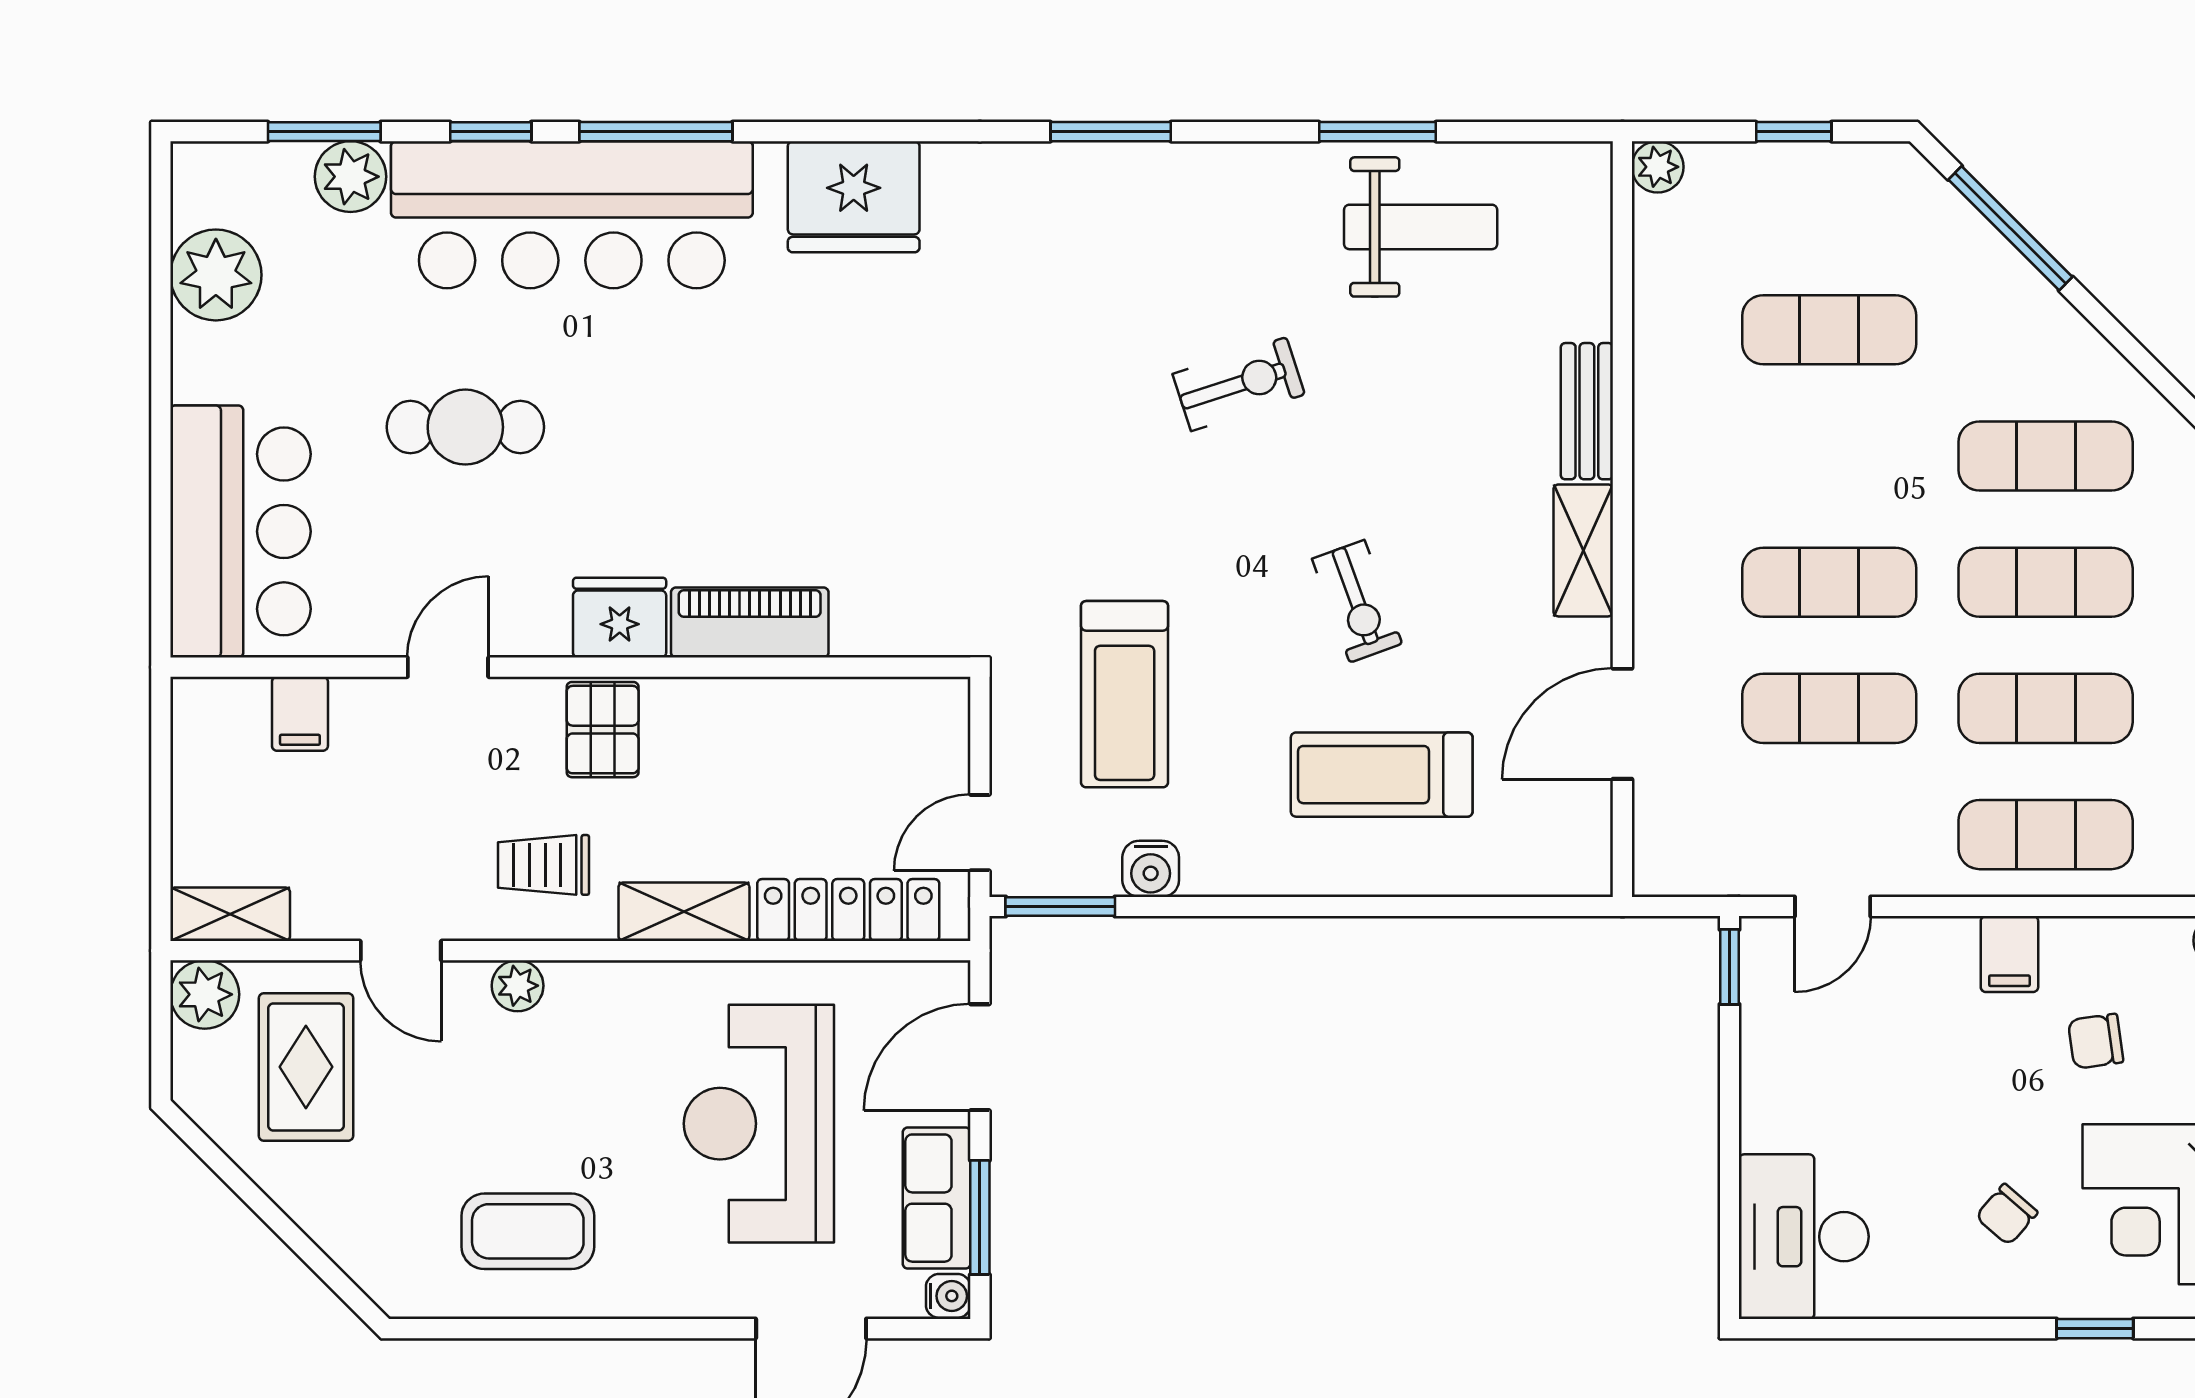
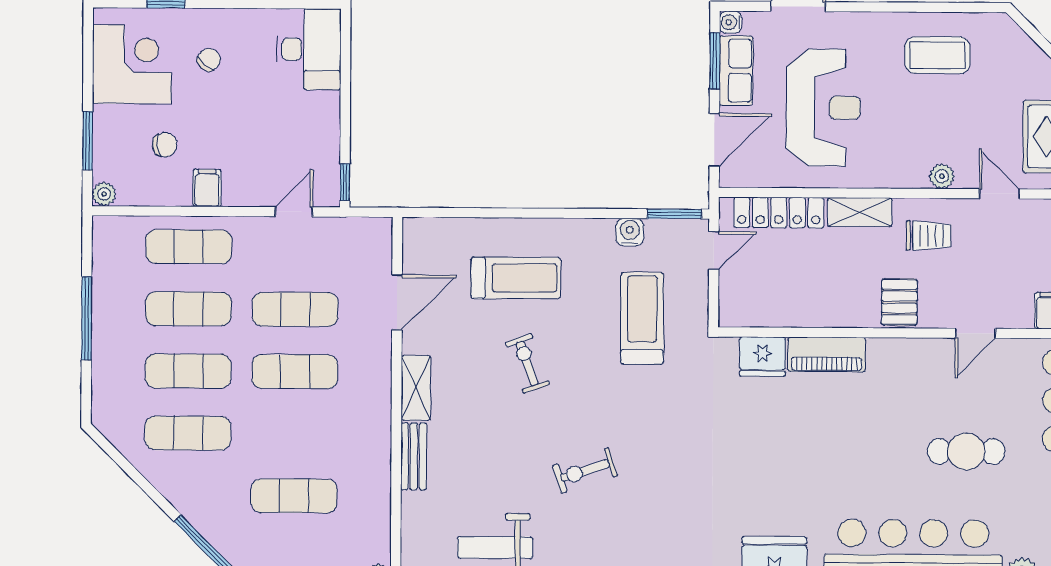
fridge: (620, 618) -> (762, 357), moved

